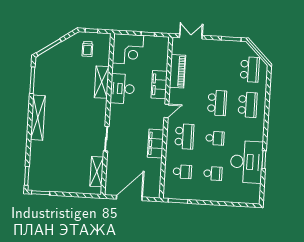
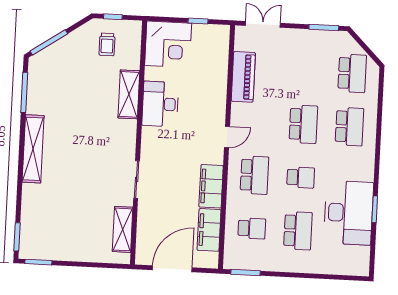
filing cabinet: (159, 85) -> (209, 230), moved
school desk: (213, 173) -> (298, 231), width x1.85

